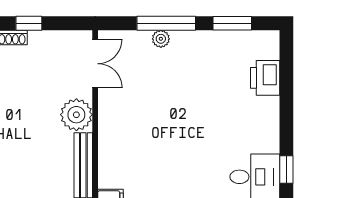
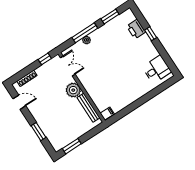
window: (29, 23) -> (45, 59), moved
window: (286, 169) -> (151, 34), moved

